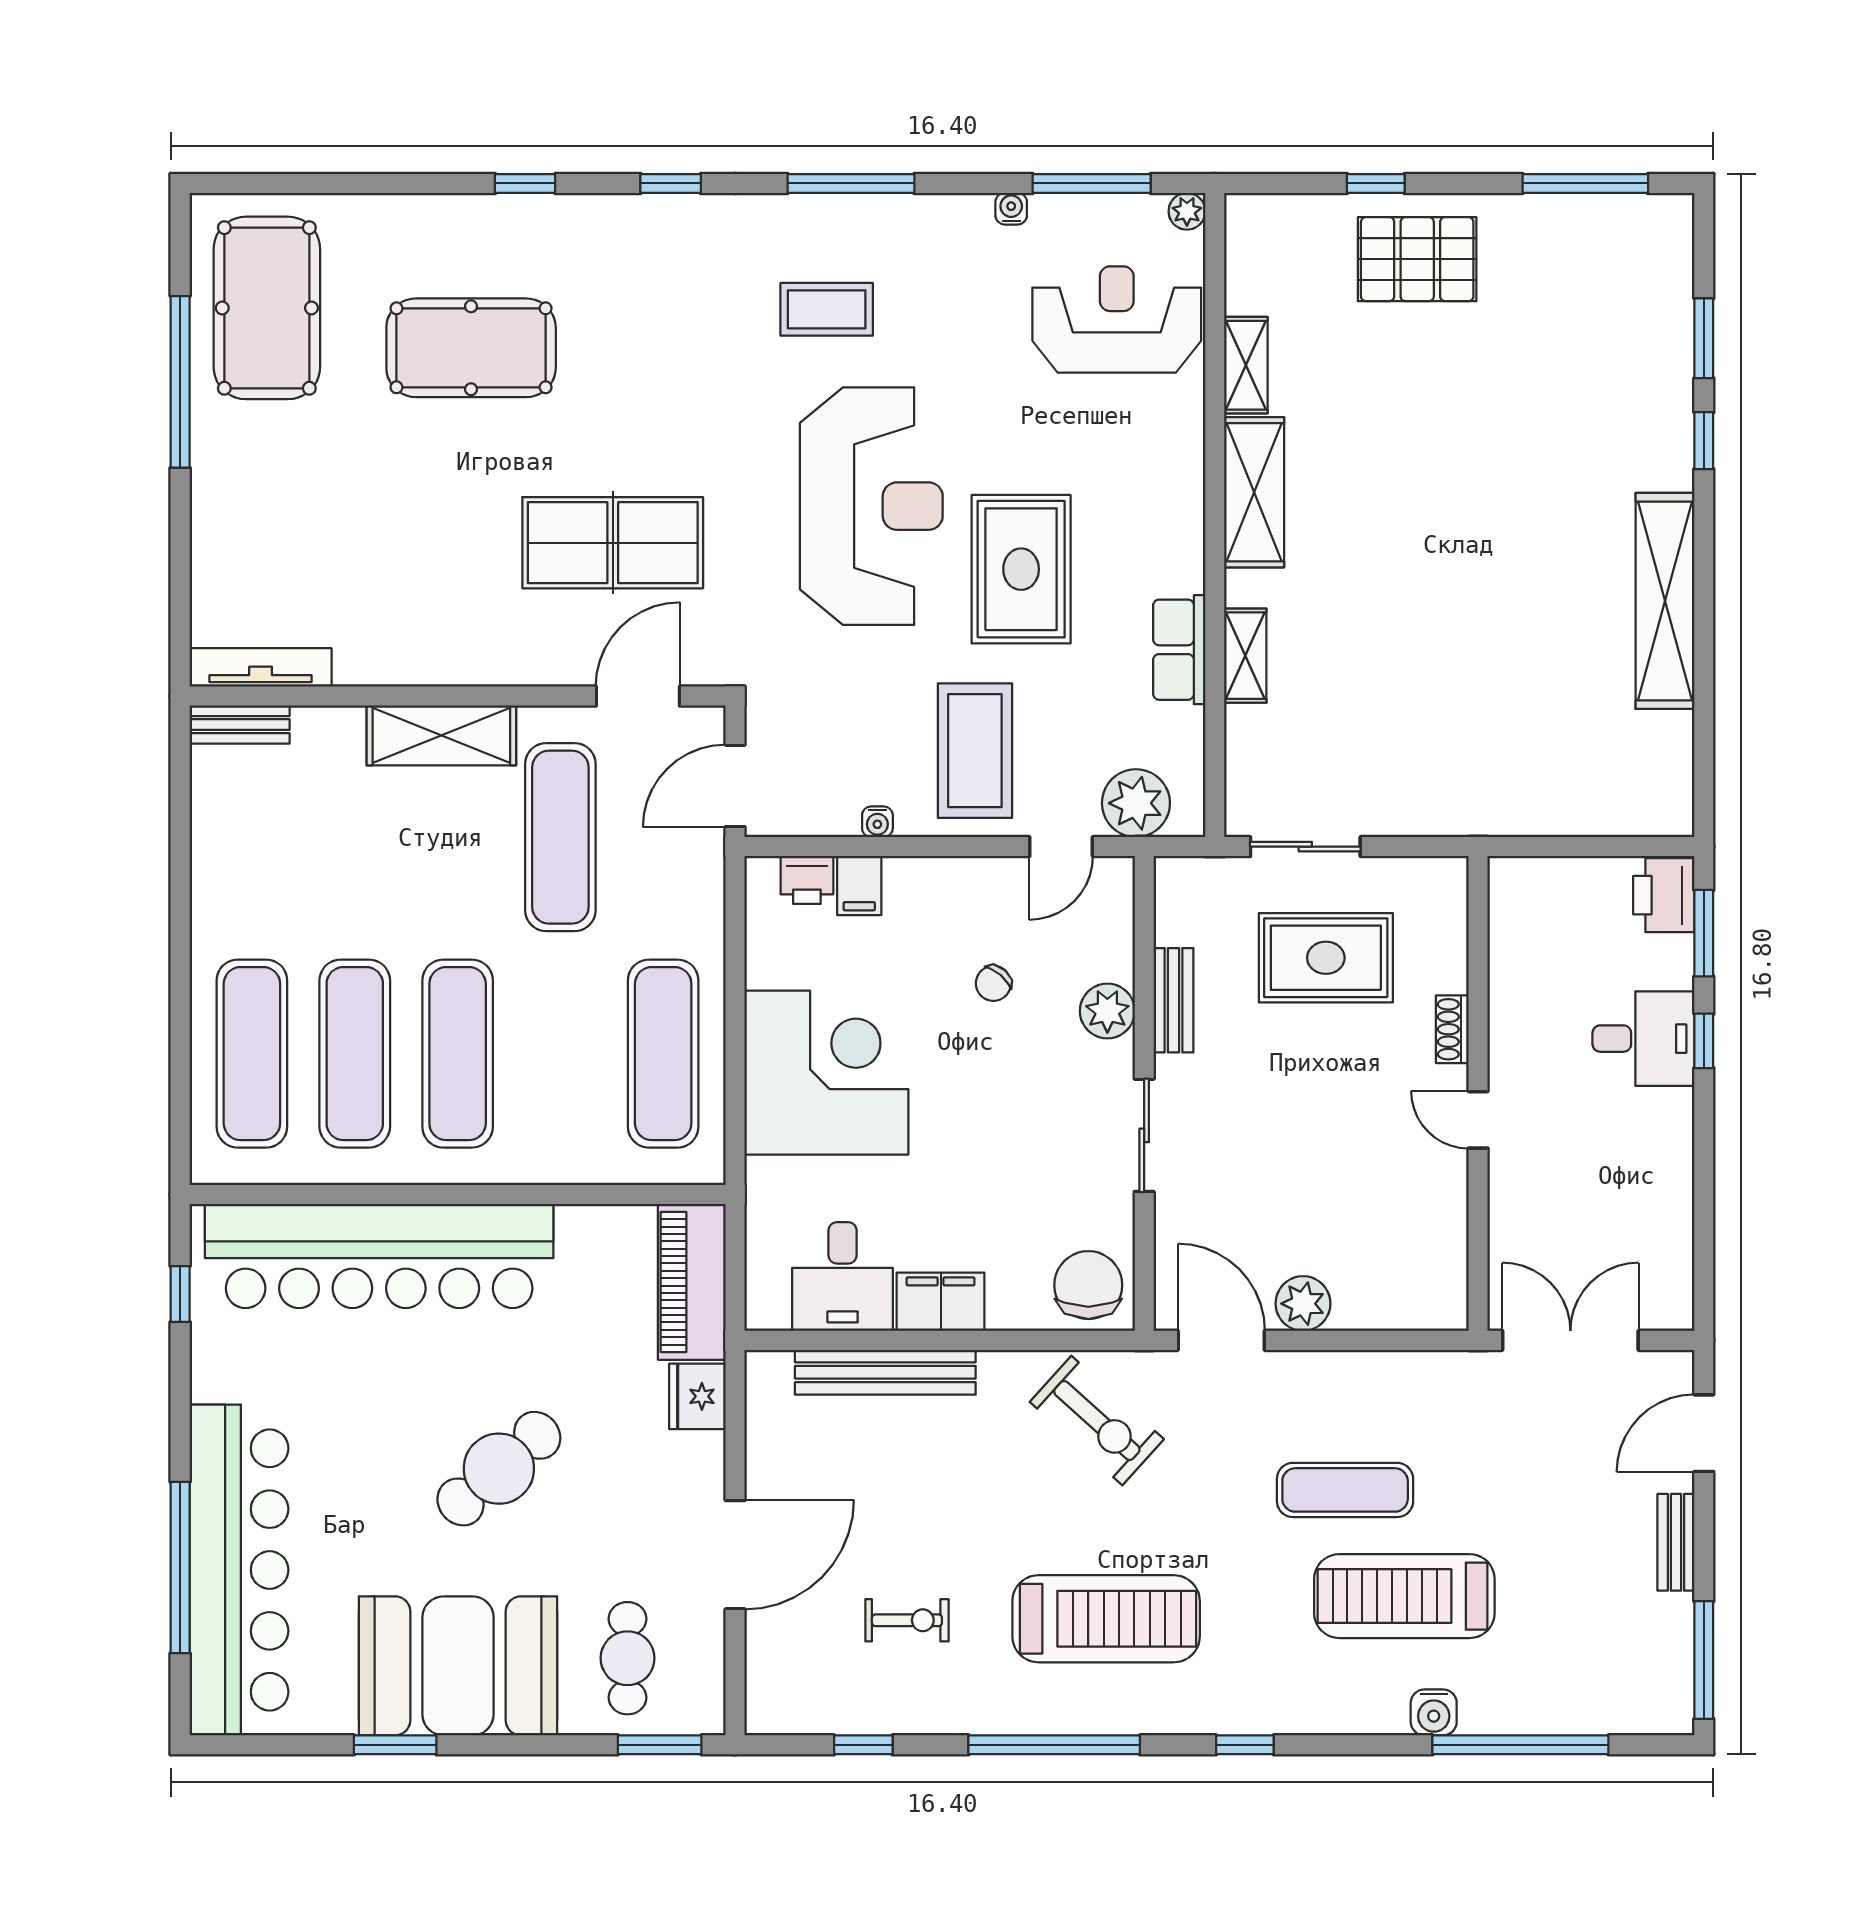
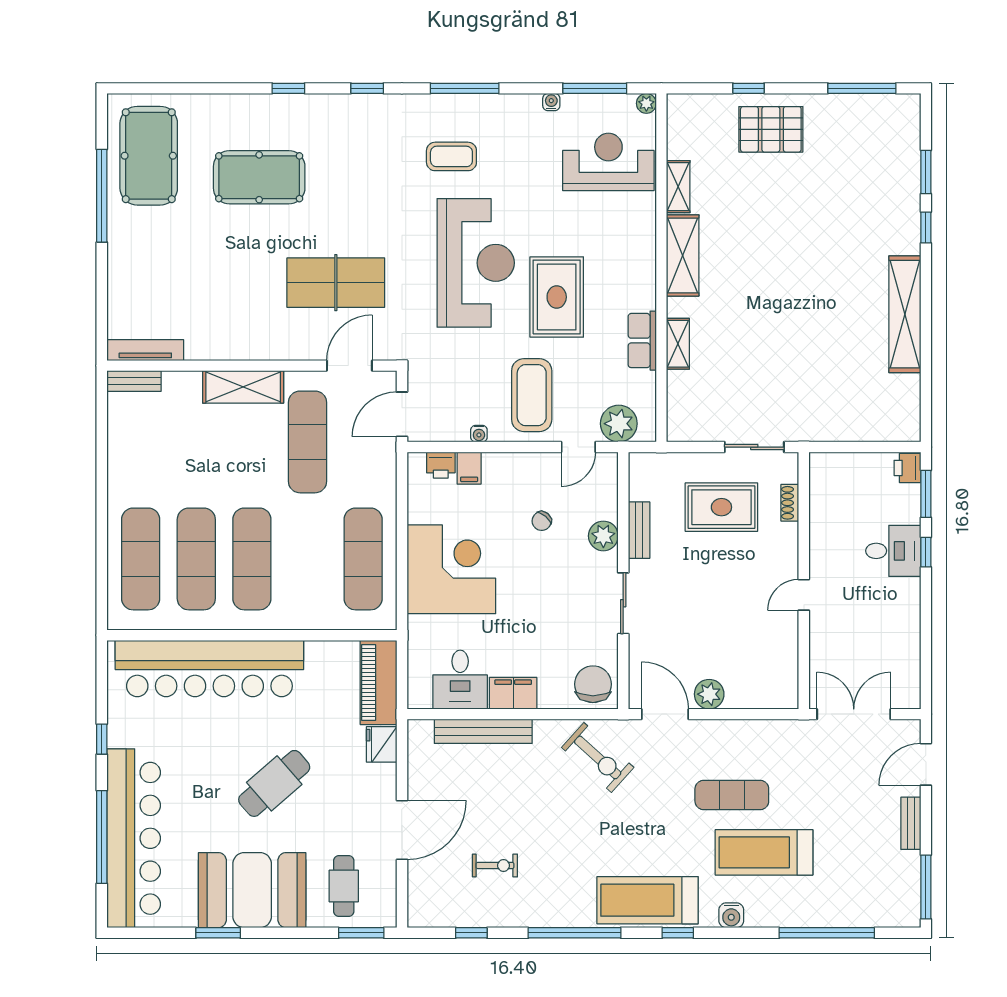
sliding door: (1305, 847) -> (754, 447), moved
printer: (1664, 895) -> (907, 468), width x0.73, depth x0.81
shoe rack: (1452, 1029) -> (790, 503), moved
door: (1478, 1120) -> (804, 595), hinge flipped
window: (180, 1294) -> (102, 739), moved
treadmill: (1106, 1619) -> (647, 900), moved, turned 180
water cooler: (1434, 1712) -> (731, 915), moved

